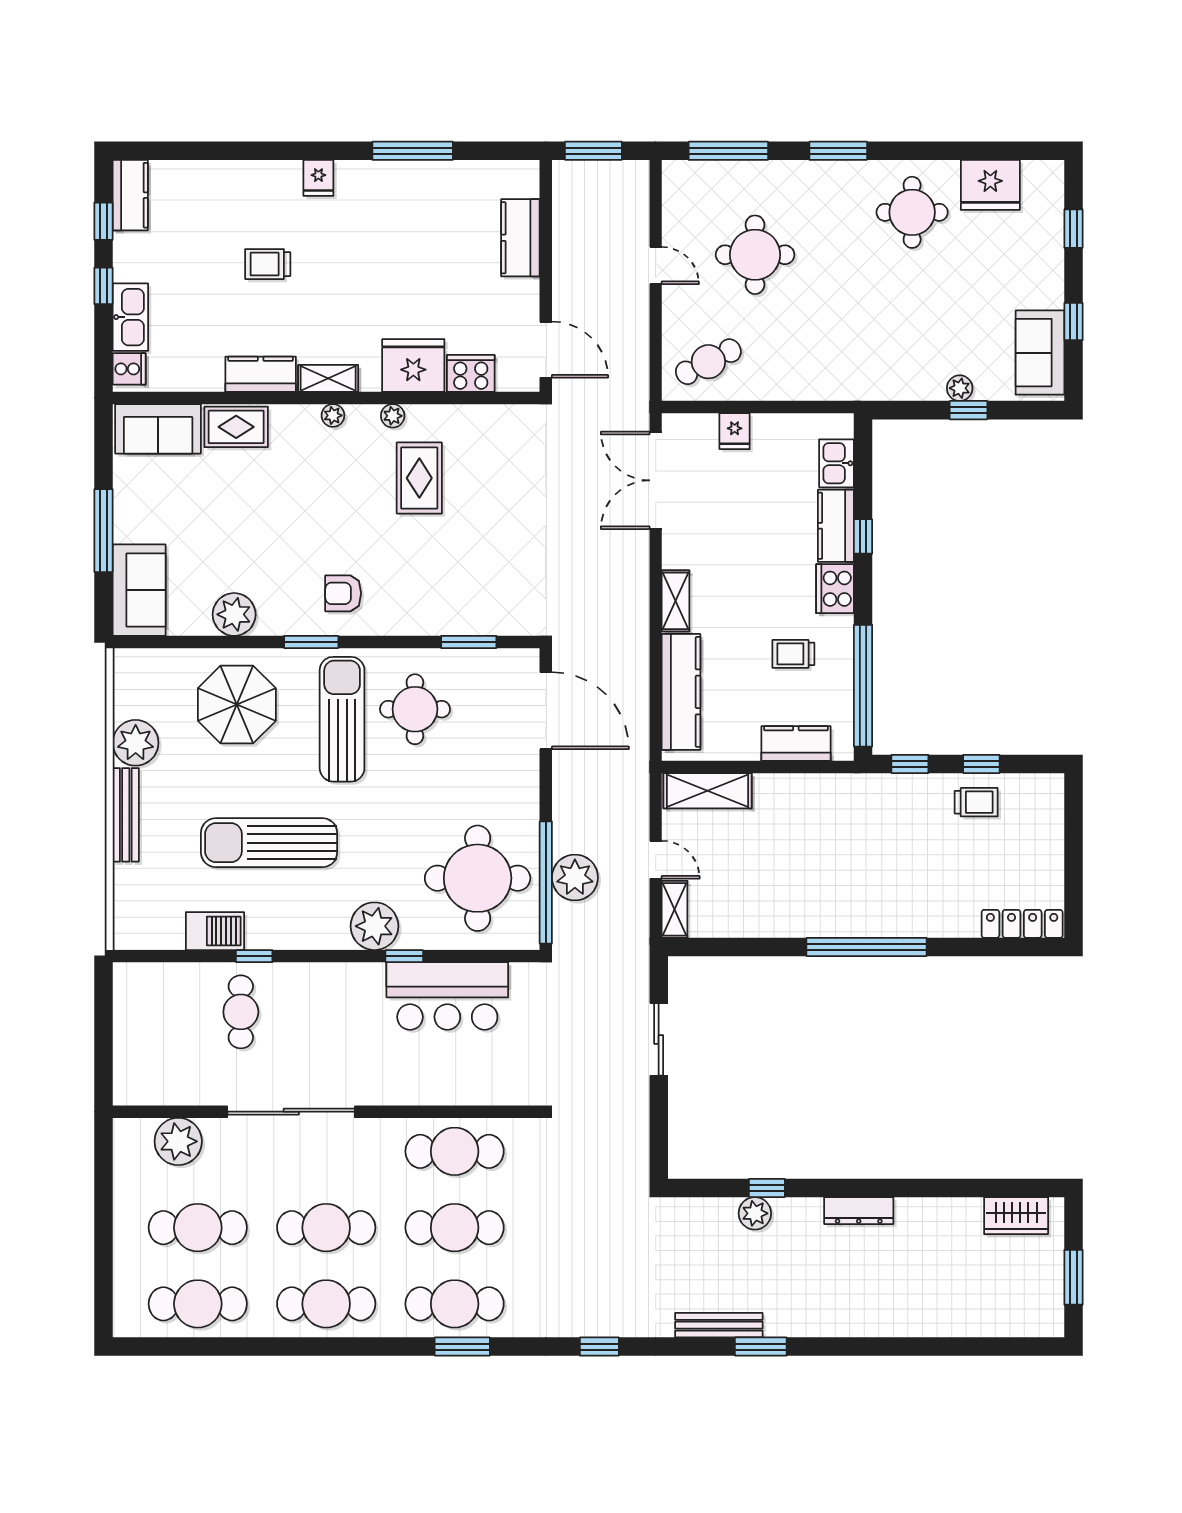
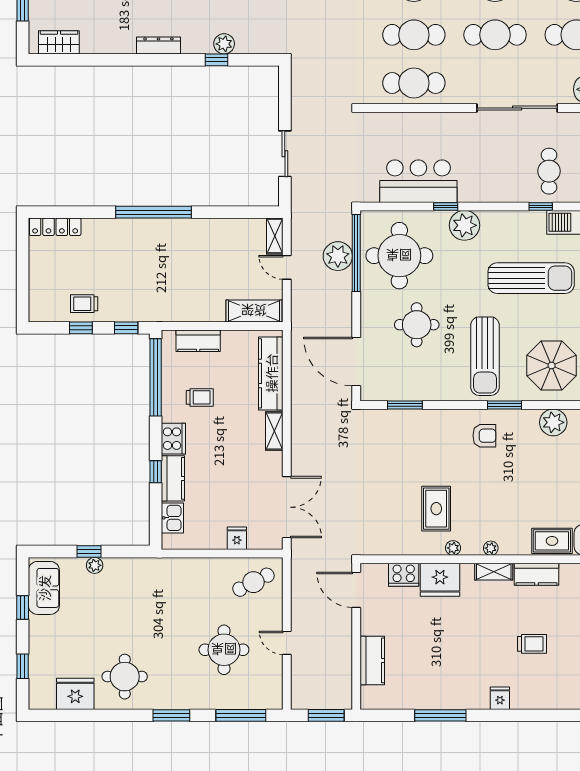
round table: (415, 709) -> (417, 325), moved

